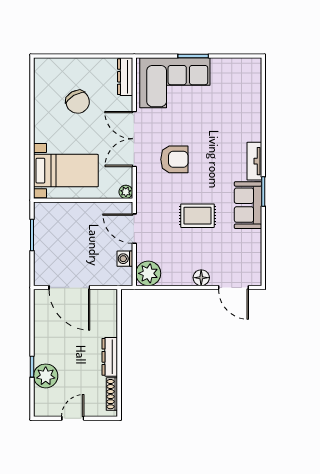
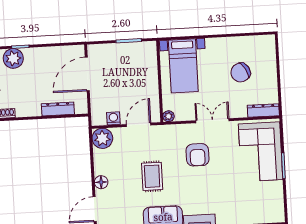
double door: (134, 139) -> (212, 121), width x0.73
dresser: (110, 357) -> (58, 109), moved

